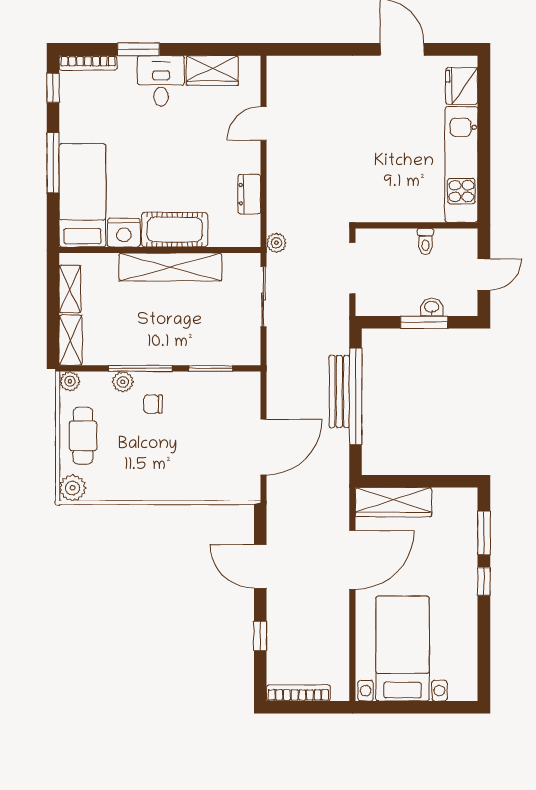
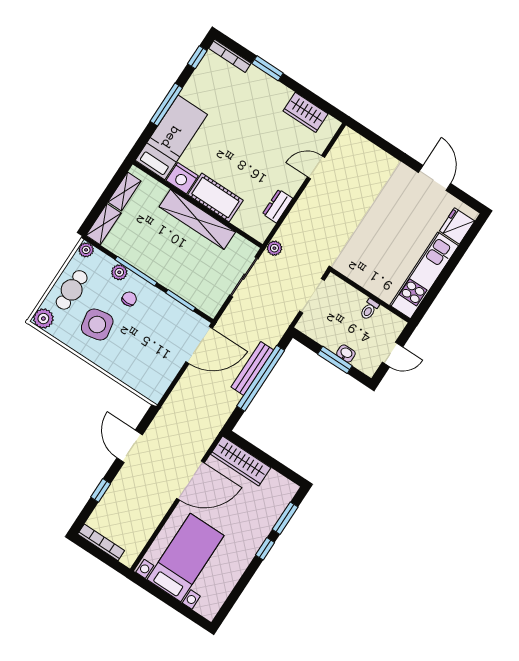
desk: (161, 81) -> (269, 98), removed
chair: (153, 404) -> (129, 299), turned 90
door: (264, 447) -> (199, 345), moved
side table: (136, 456) -> (97, 325), added

